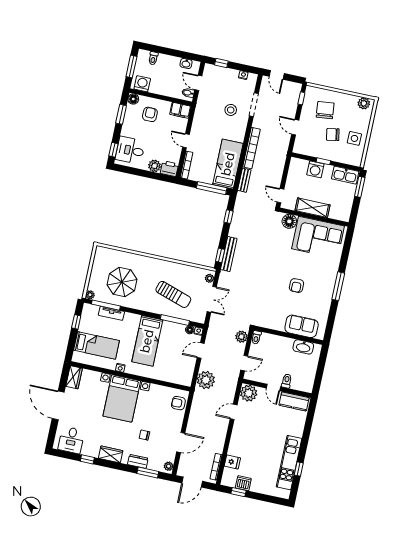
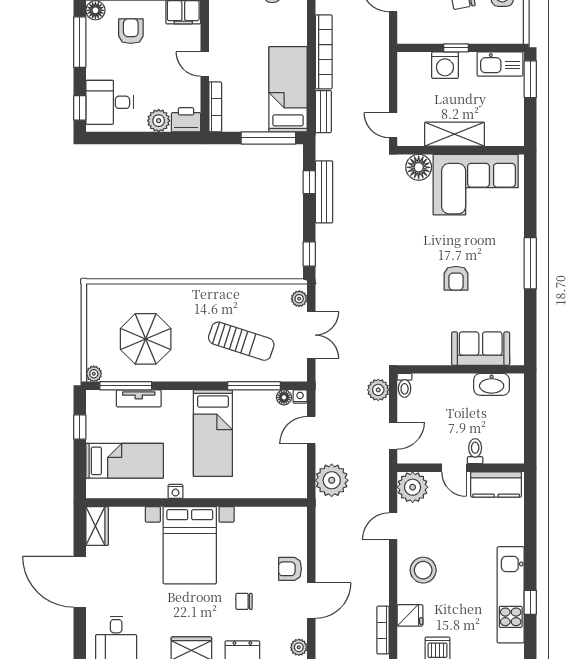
window: (121, 114) -> (80, 42), width x1.44
bench: (229, 254) -> (324, 192), moved
armchair: (178, 403) -> (290, 569), moved
stool: (245, 439) -> (423, 570), added

